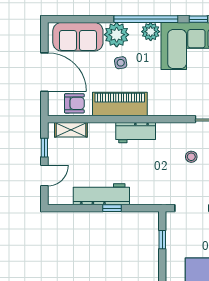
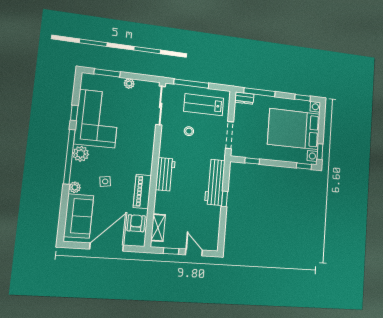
plant: (117, 35) -> (75, 187), width x0.53, depth x0.53
piano: (120, 104) -> (142, 192), width x0.73, depth x0.75
workbench: (101, 194) -> (215, 182), moved

